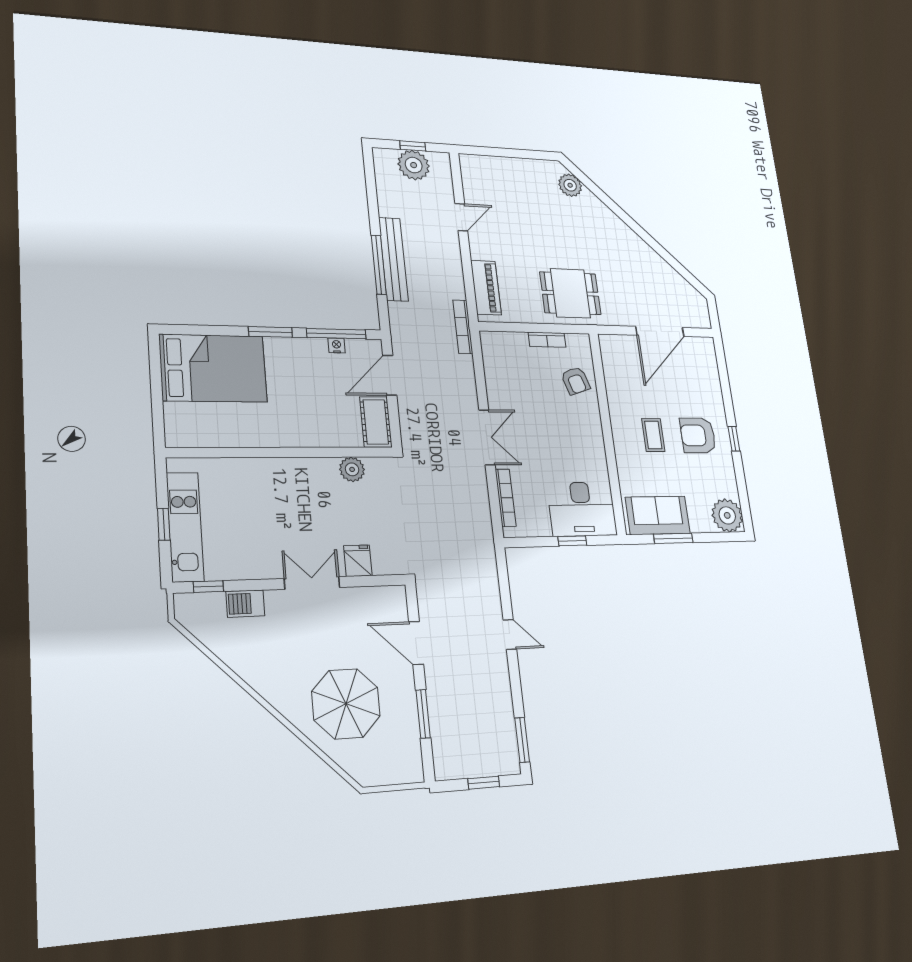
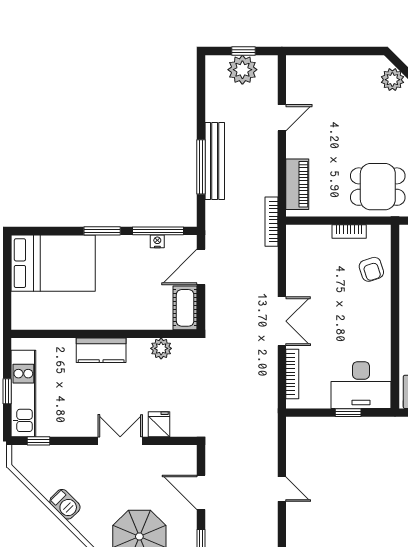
kitchen counter: (280, 472) -> (101, 350), added
barbecue: (245, 604) -> (65, 504), moved, turned -135

